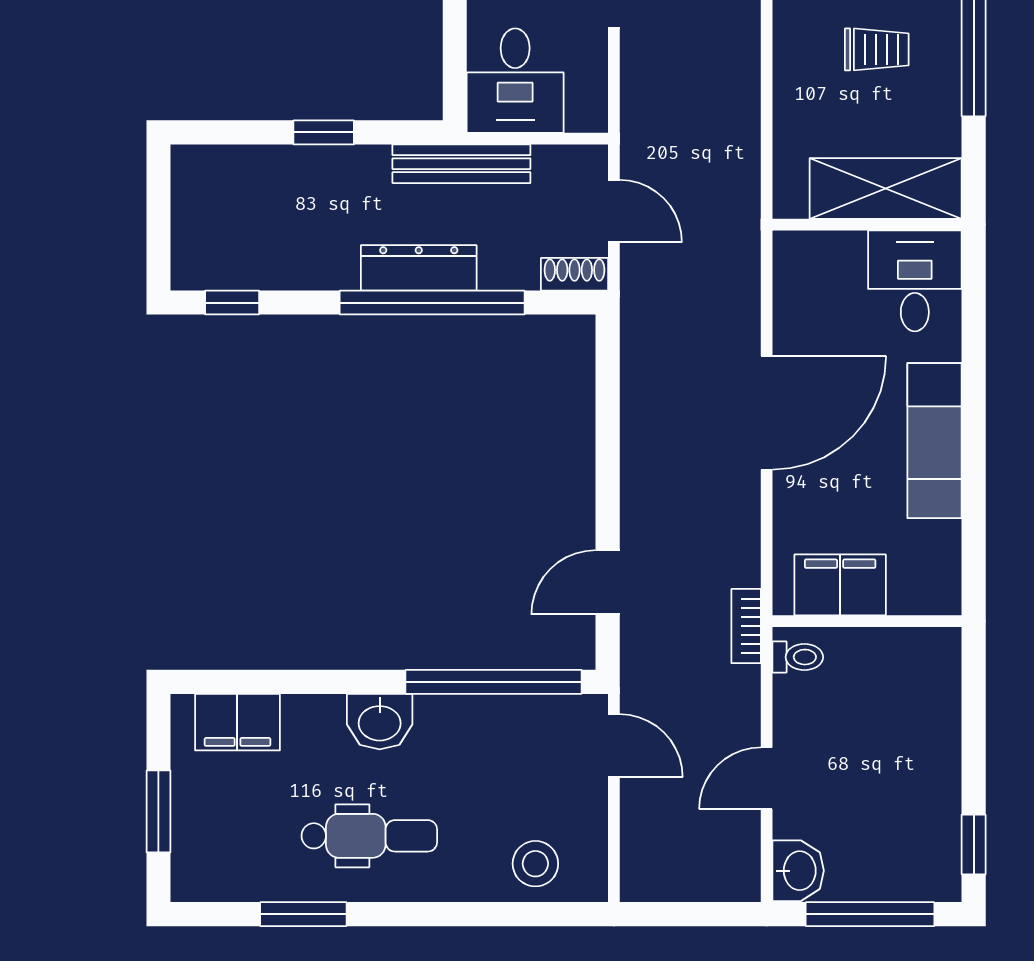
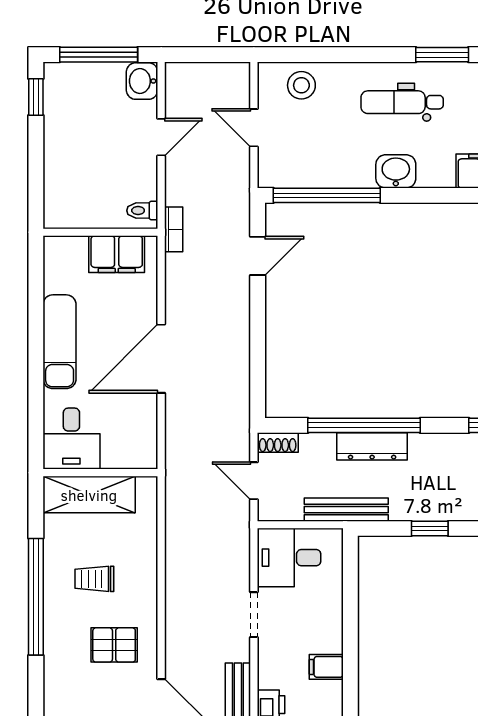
desk: (515, 81) -> (289, 558), moved, turned -90
door: (614, 746) -> (254, 128), moved

